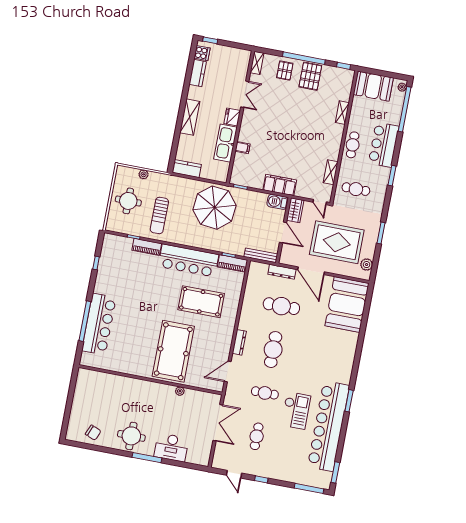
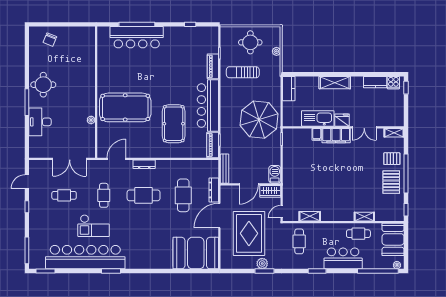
pallet: (310, 76) -> (391, 182), turned 90
cafe table: (353, 145) -> (358, 234), moved
filing cabinet: (280, 185) -> (336, 136), moved, turned 90
plant: (367, 265) -> (262, 264), moved
door: (228, 371) -> (116, 159), hinge flipped
chair: (93, 433) -> (50, 40), moved

